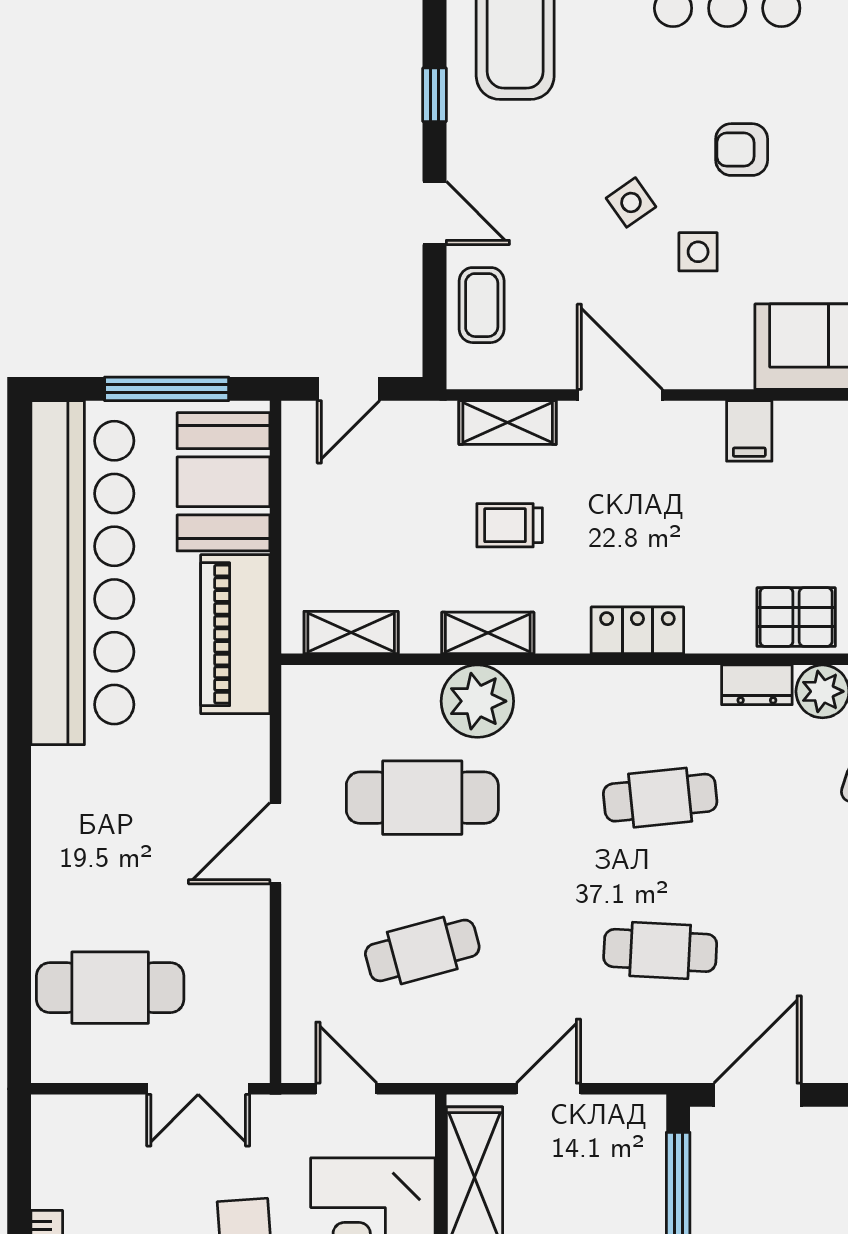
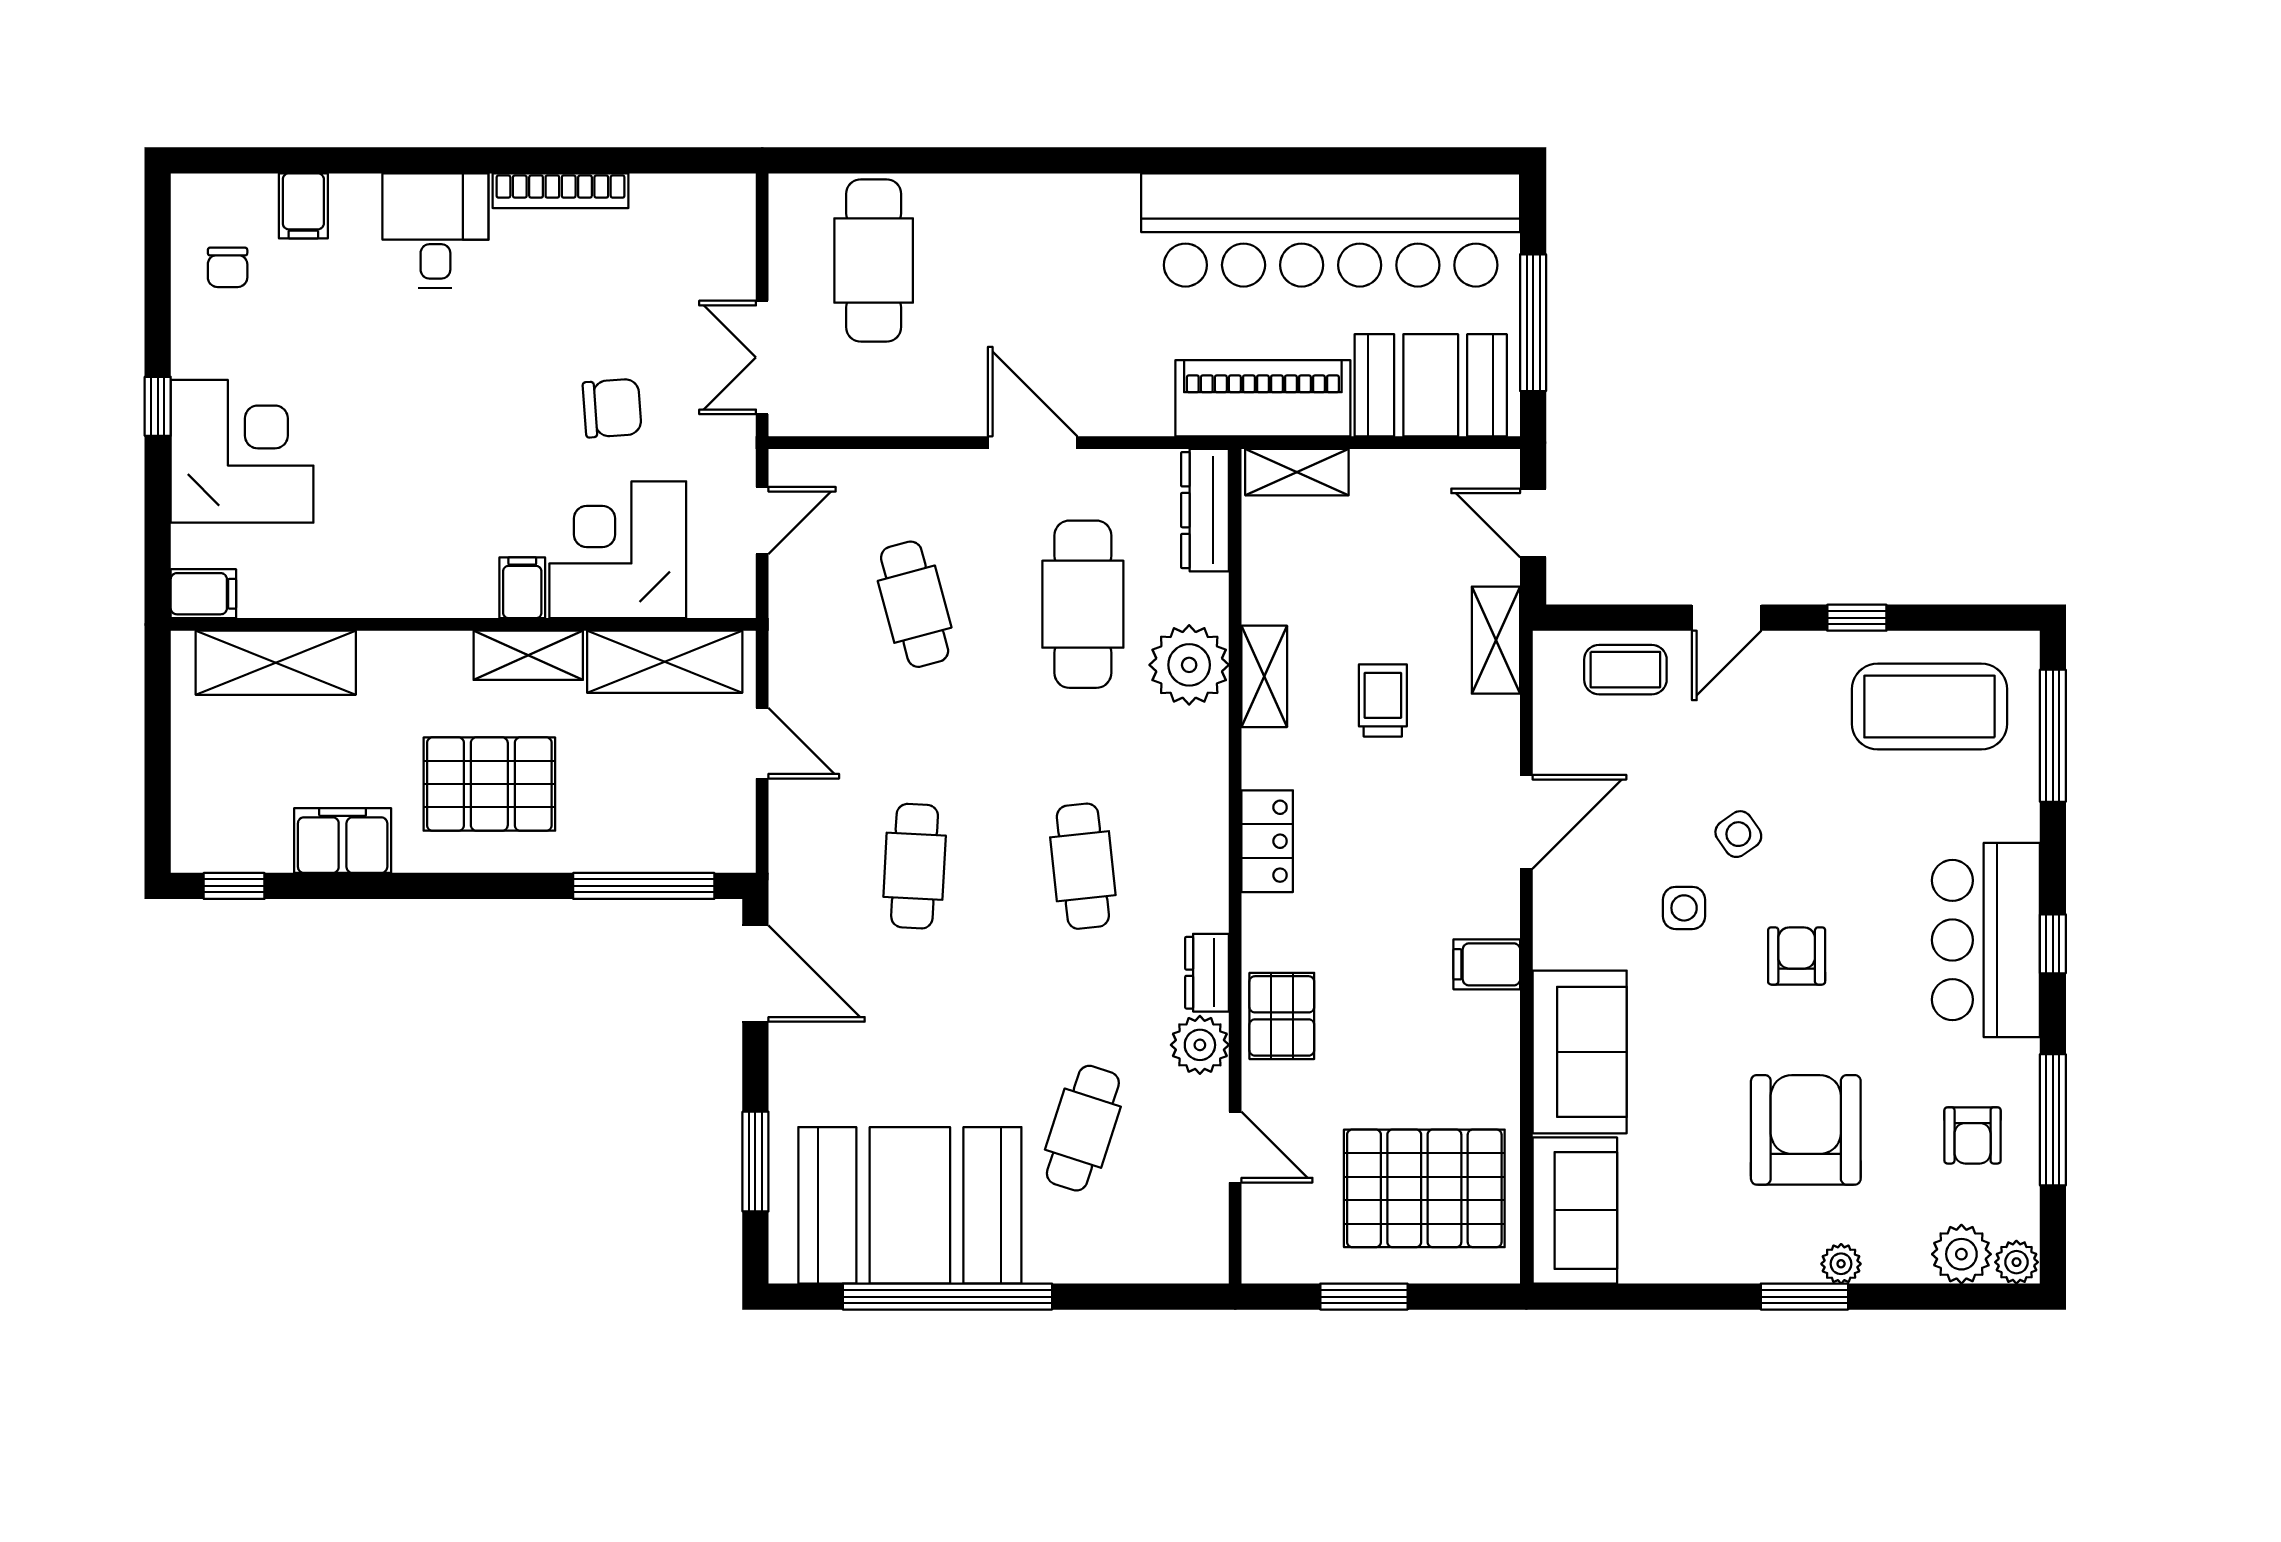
shelving: (508, 423) -> (1496, 640), moved
shelving: (351, 632) -> (1297, 472), moved, turned 90
dresser: (337, 687) -> (1205, 510), added

